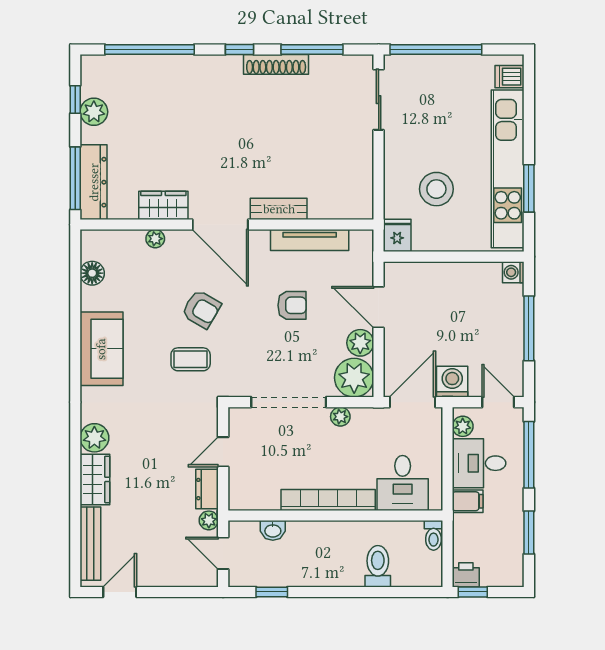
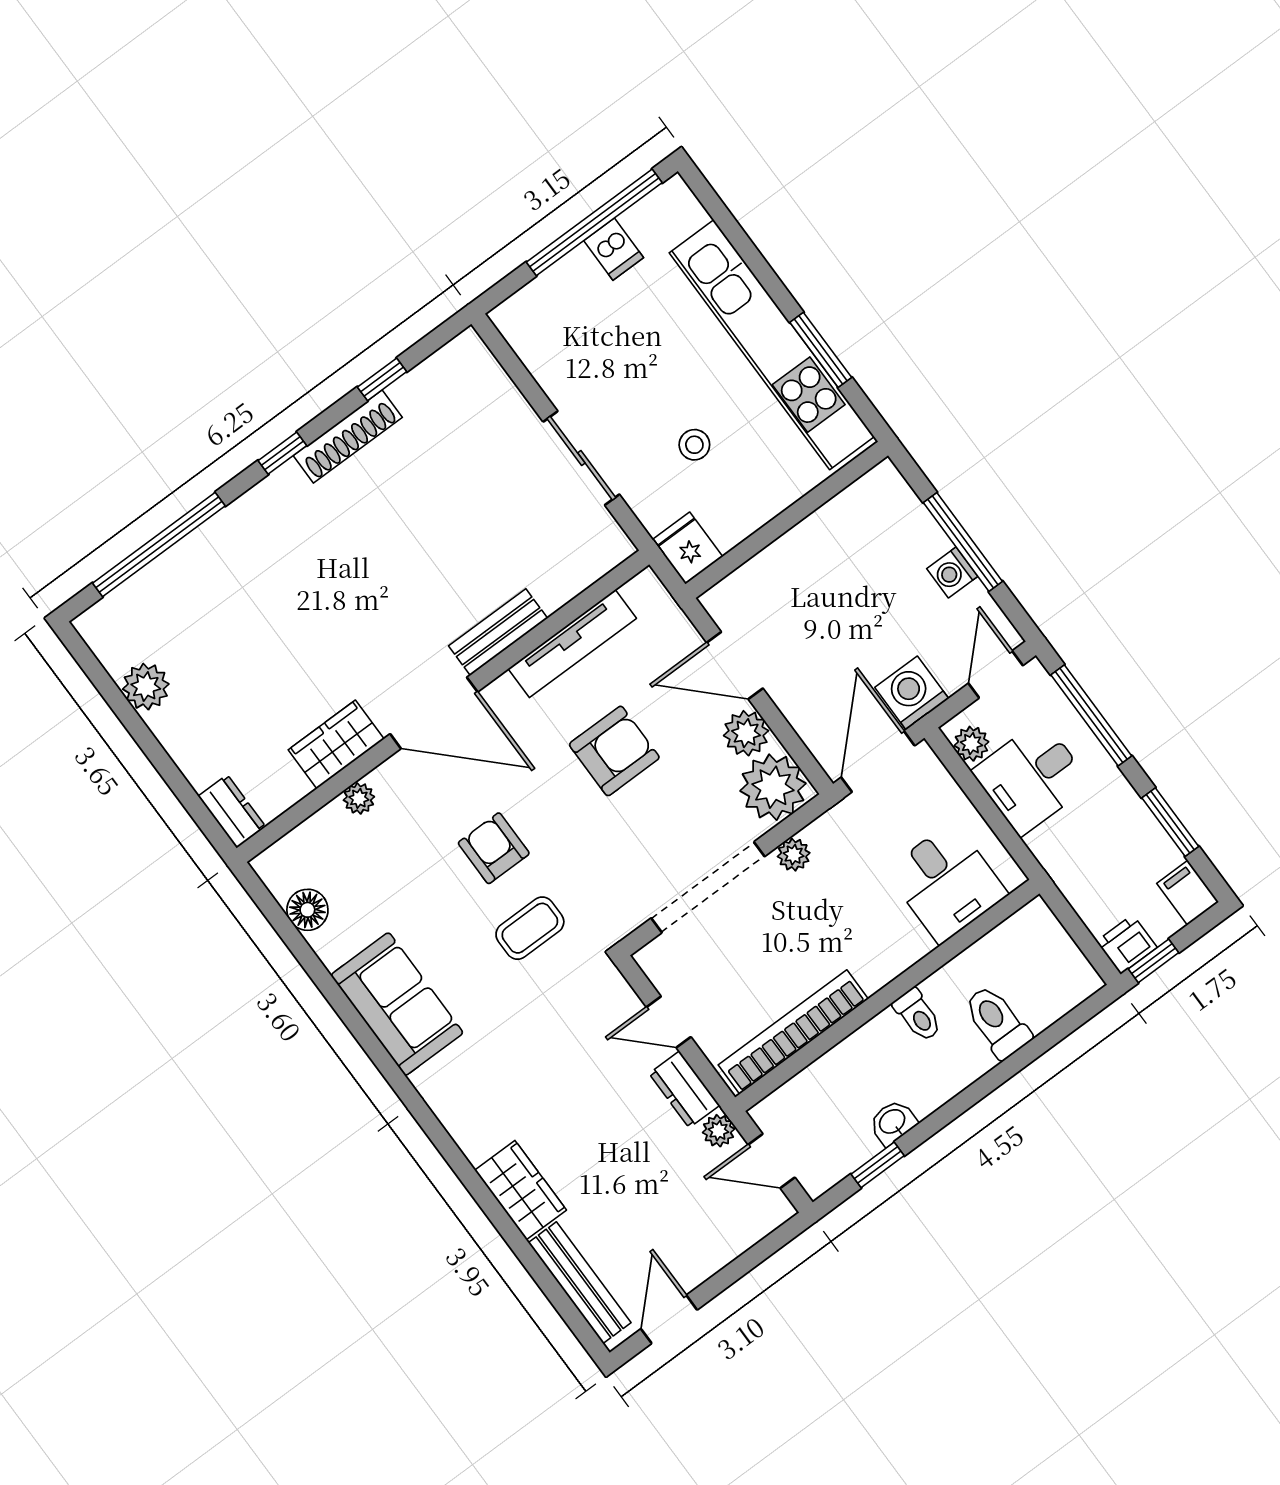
window: (312, 49) -> (382, 379), width x0.46
window: (436, 49) -> (594, 222), moved
dishwasher: (510, 77) -> (614, 249), moved, turned -90
window: (75, 99) -> (108, 689), removed
sliding door: (379, 100) -> (581, 458), moved
window: (75, 178) -> (188, 797), removed
dresser: (94, 182) -> (232, 811), width x0.51, depth x0.80
stool: (436, 189) -> (694, 445), width x0.53, depth x0.53
washing machine: (513, 272) -> (952, 572), moved
armchair: (292, 305) -> (614, 751), width x1.38, depth x1.38
armchair: (201, 309) -> (494, 848), turned -120
door: (498, 402) -> (996, 674), hinge flipped
plant: (94, 438) -> (478, 1133), removed
door: (223, 452) -> (669, 1022), hinge flipped
bookcase: (328, 500) -> (793, 1032), moved
filing cabinet: (468, 501) -> (1188, 893), moved, turned -90
washbasin: (273, 530) -> (893, 1122), moved, turned 180
toilet: (433, 535) -> (918, 1015), moved

